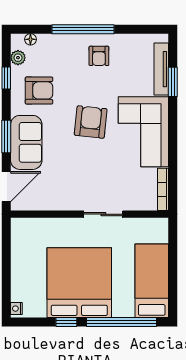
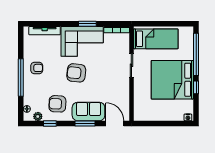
window: (173, 82) -> (87, 24), moved
armchair: (39, 90) -> (57, 104), turned -87
bed: (152, 281) -> (156, 39), moved, turned 180

